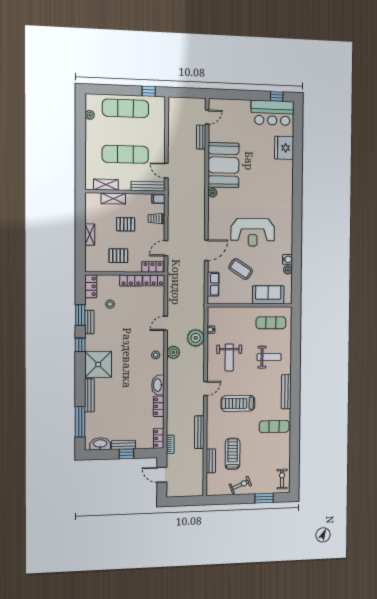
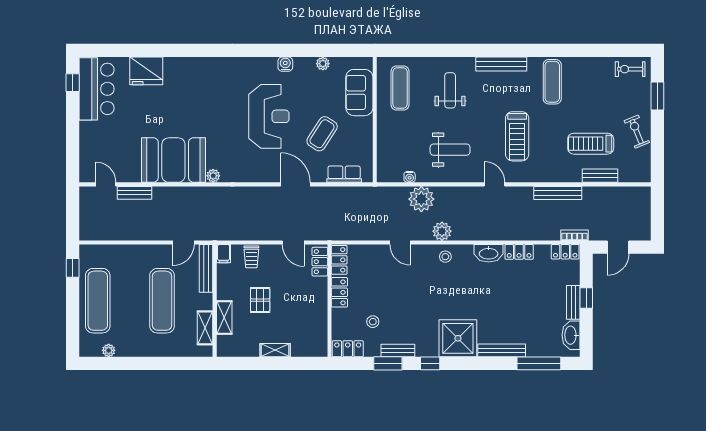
pallet: (118, 256) -> (304, 310), removed
water cooler: (287, 259) -> (285, 64), moved

